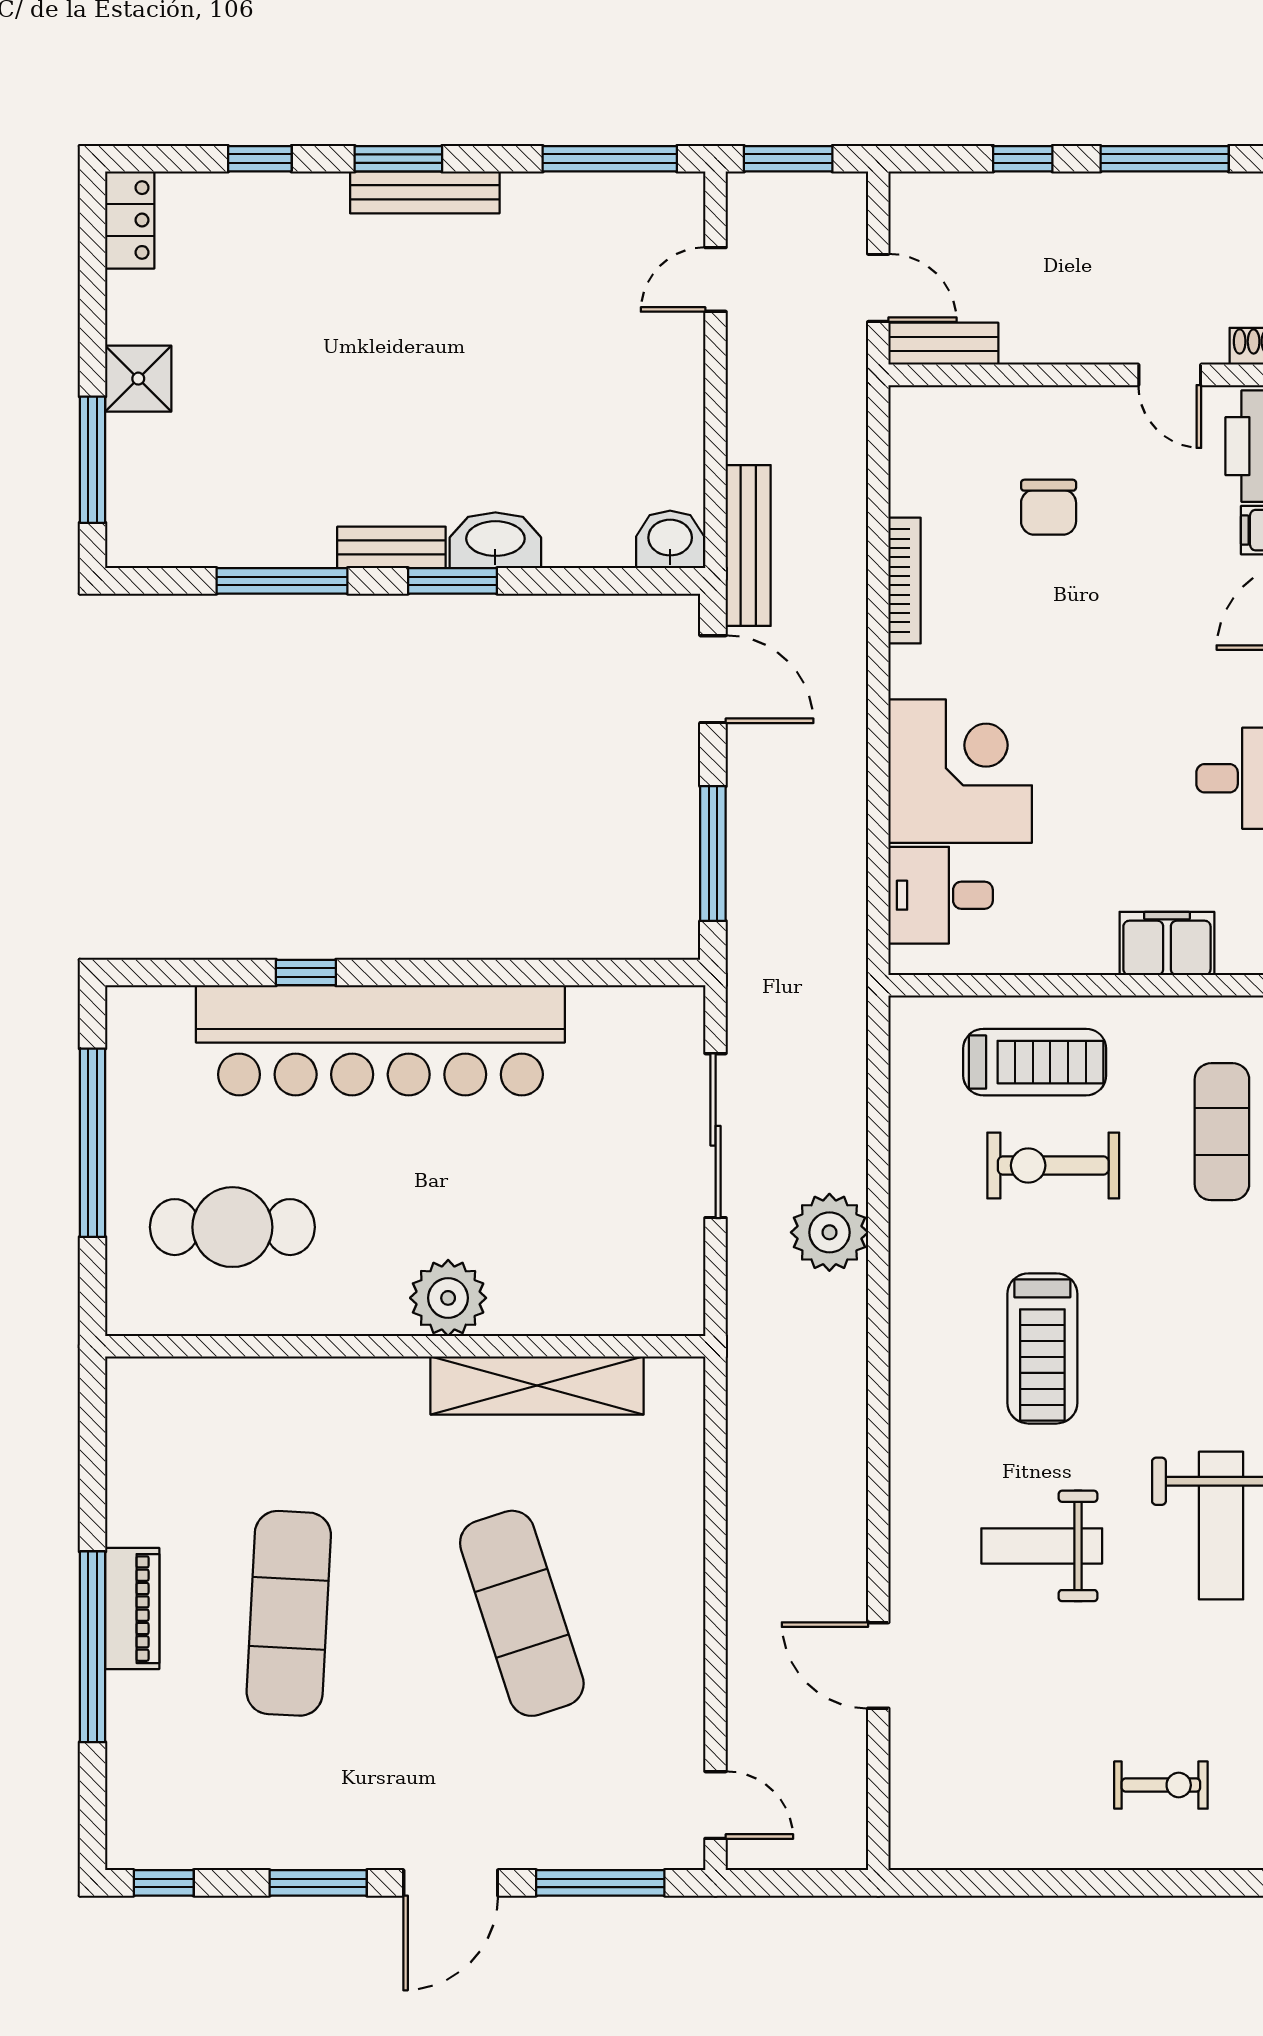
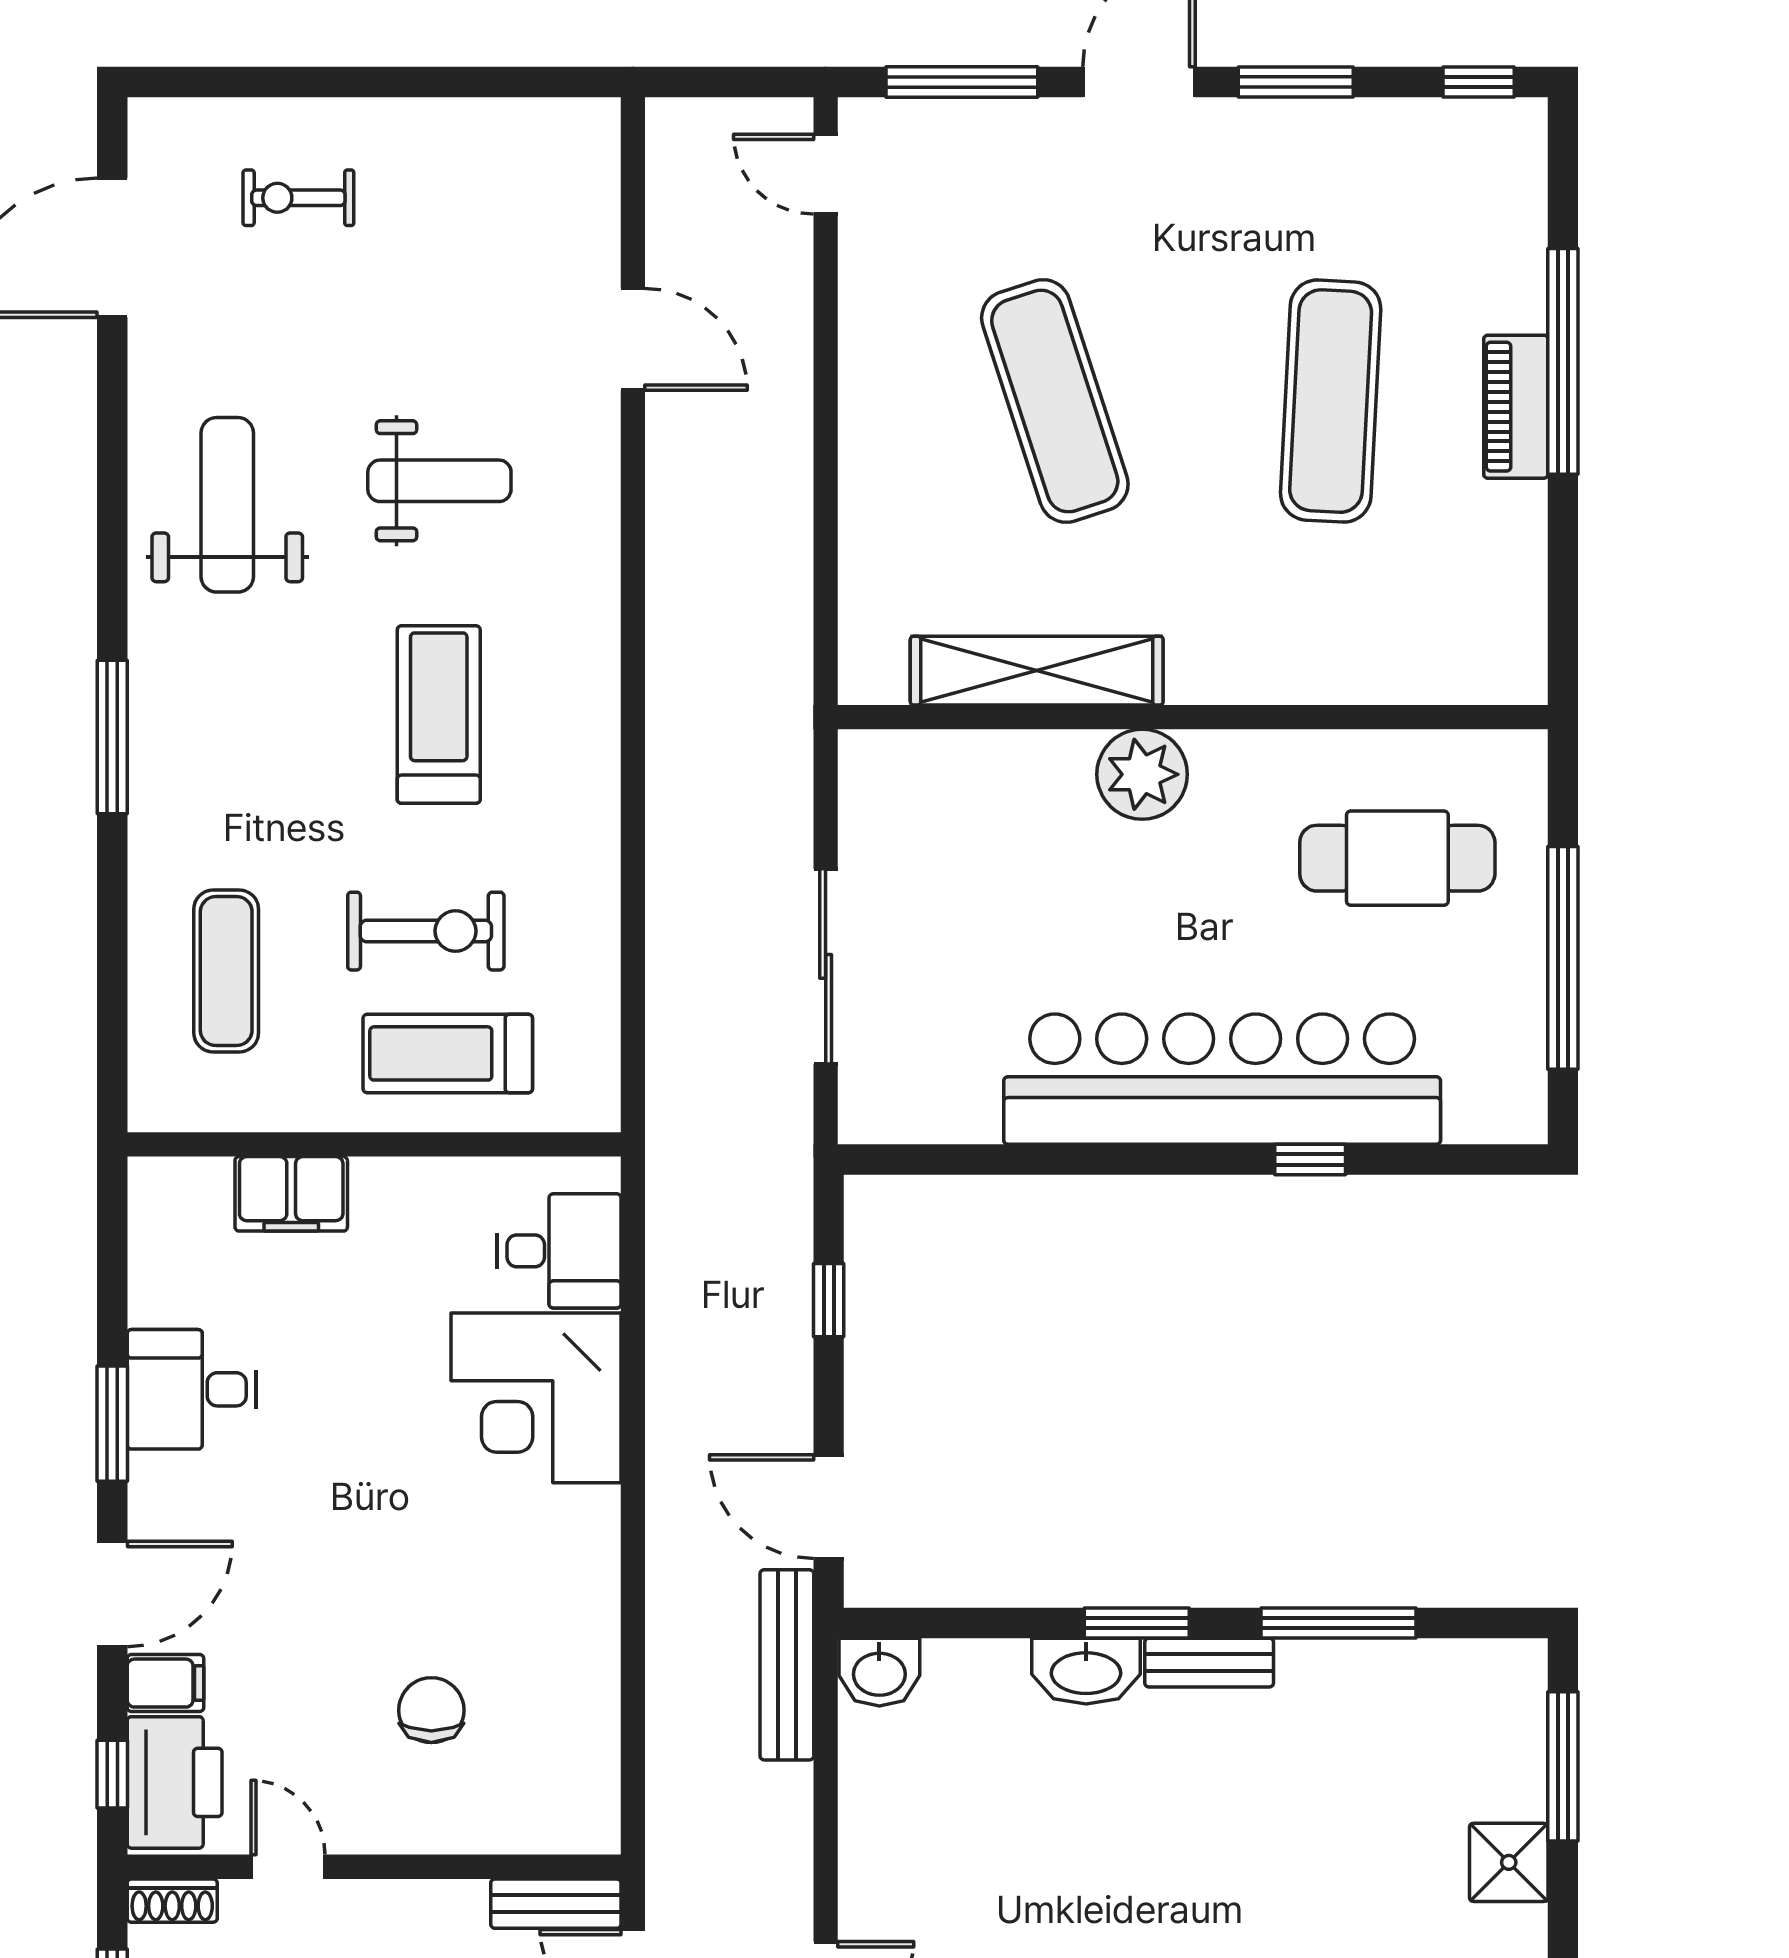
bookcase: (905, 581) -> (602, 1623), removed
window: (713, 854) -> (829, 1300), width x0.46
plant: (829, 1232) -> (691, 852), removed

